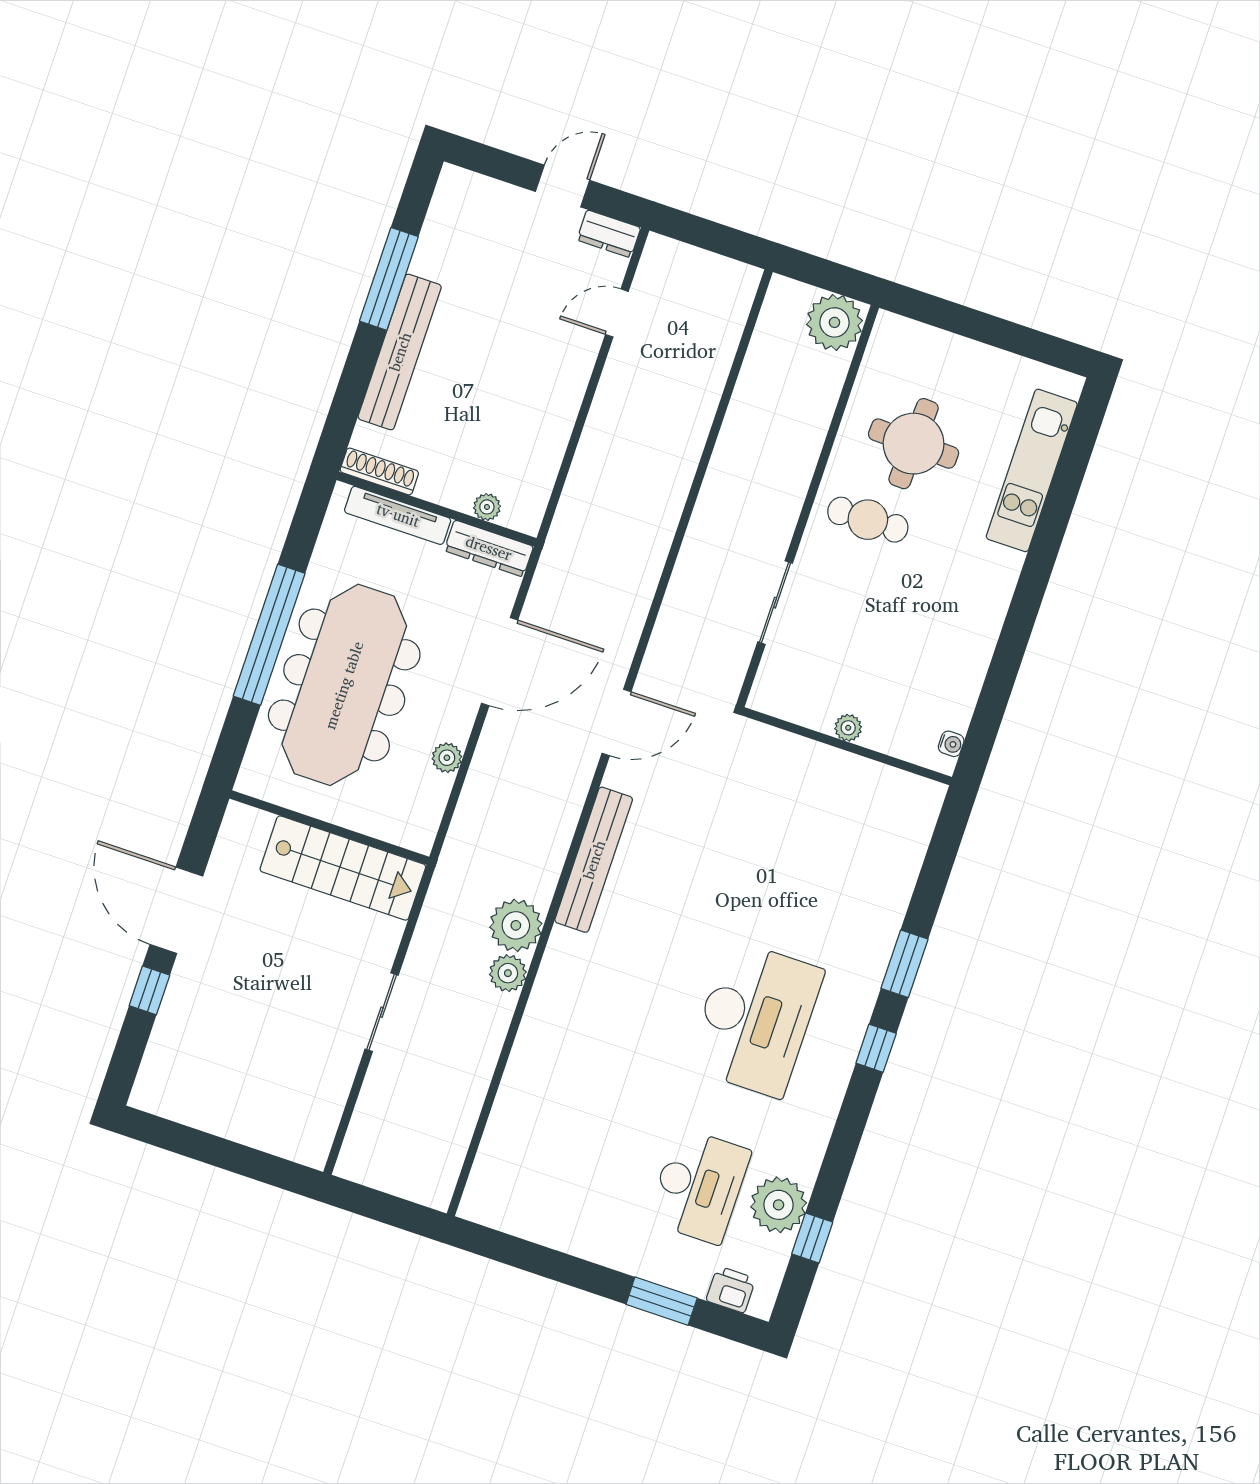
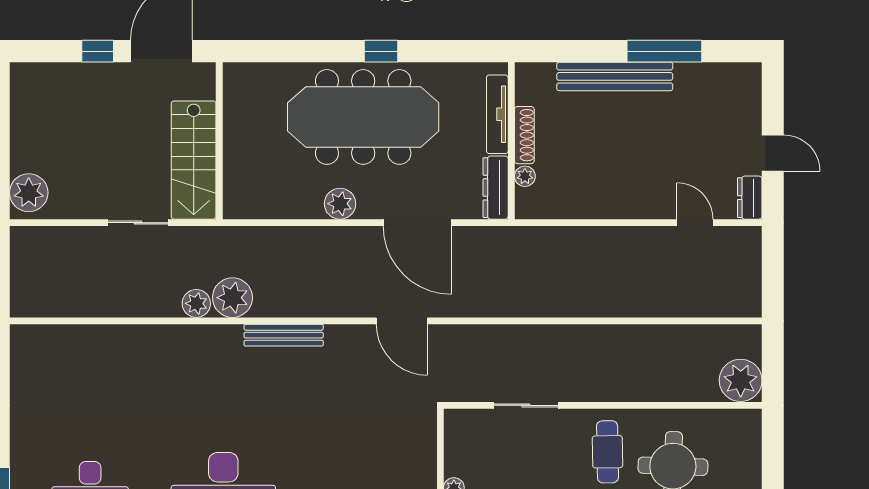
shoe rack: (379, 472) -> (524, 135), moved
window: (269, 635) -> (381, 51), width x0.32
plant: (447, 758) -> (340, 204), width x1.38, depth x1.38
wall: (329, 828) -> (219, 141), moved
bench: (594, 860) -> (284, 335), width x0.73, depth x0.82
stairs: (343, 868) -> (194, 160), moved
plant: (298, 1137) -> (29, 193), added

